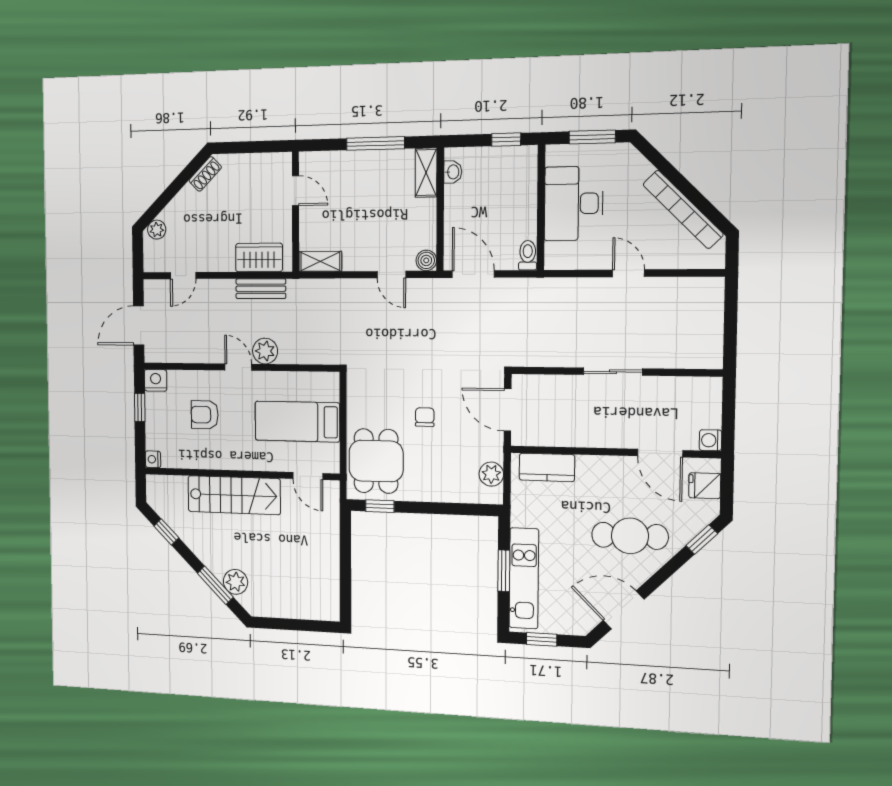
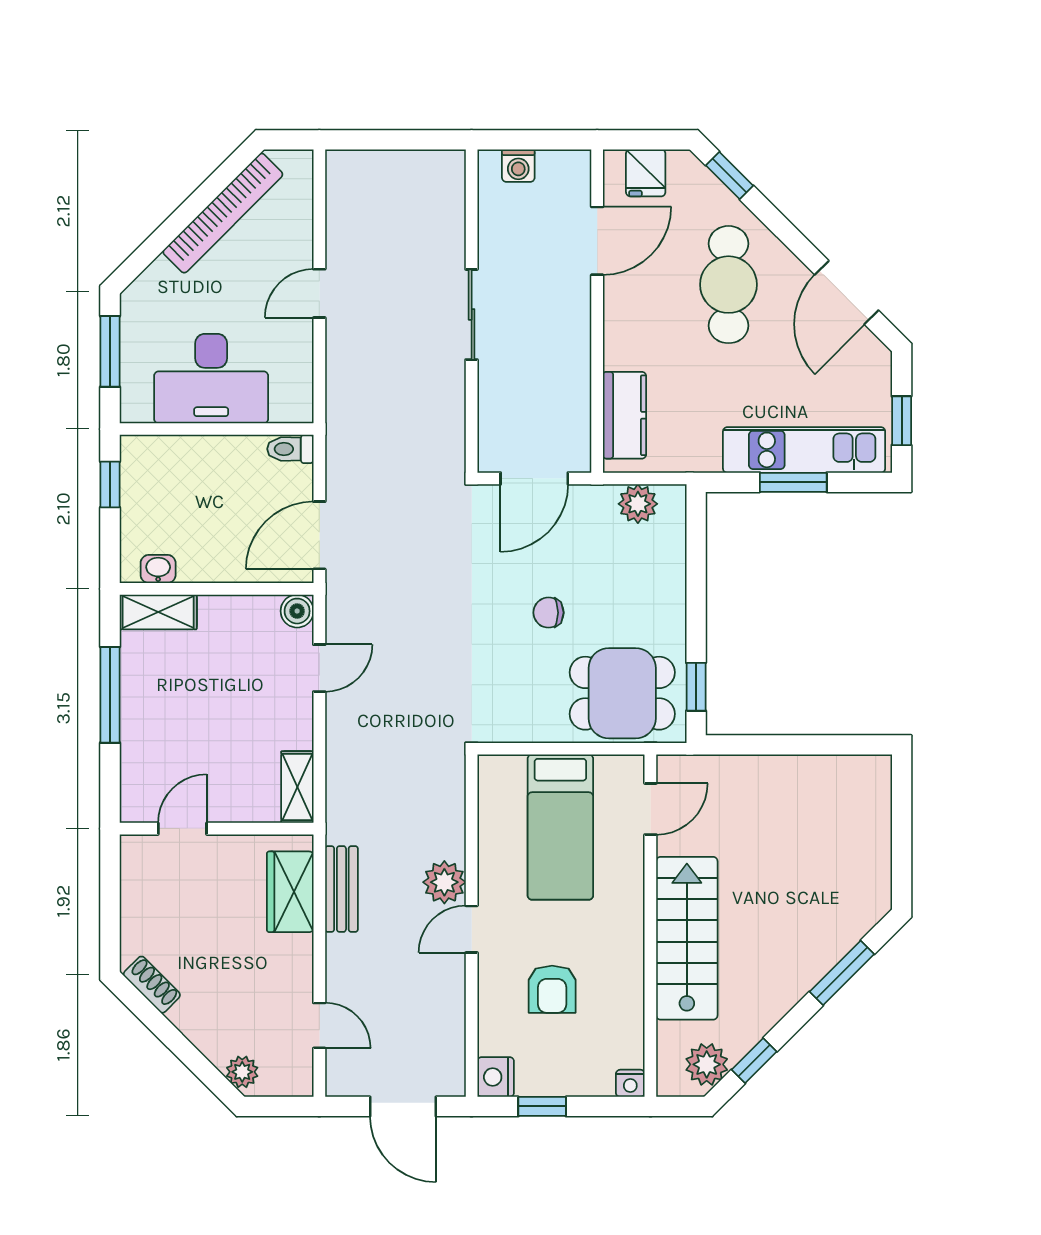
washing machine: (710, 440) -> (518, 166), moved
plant: (235, 582) -> (707, 1064), moved

